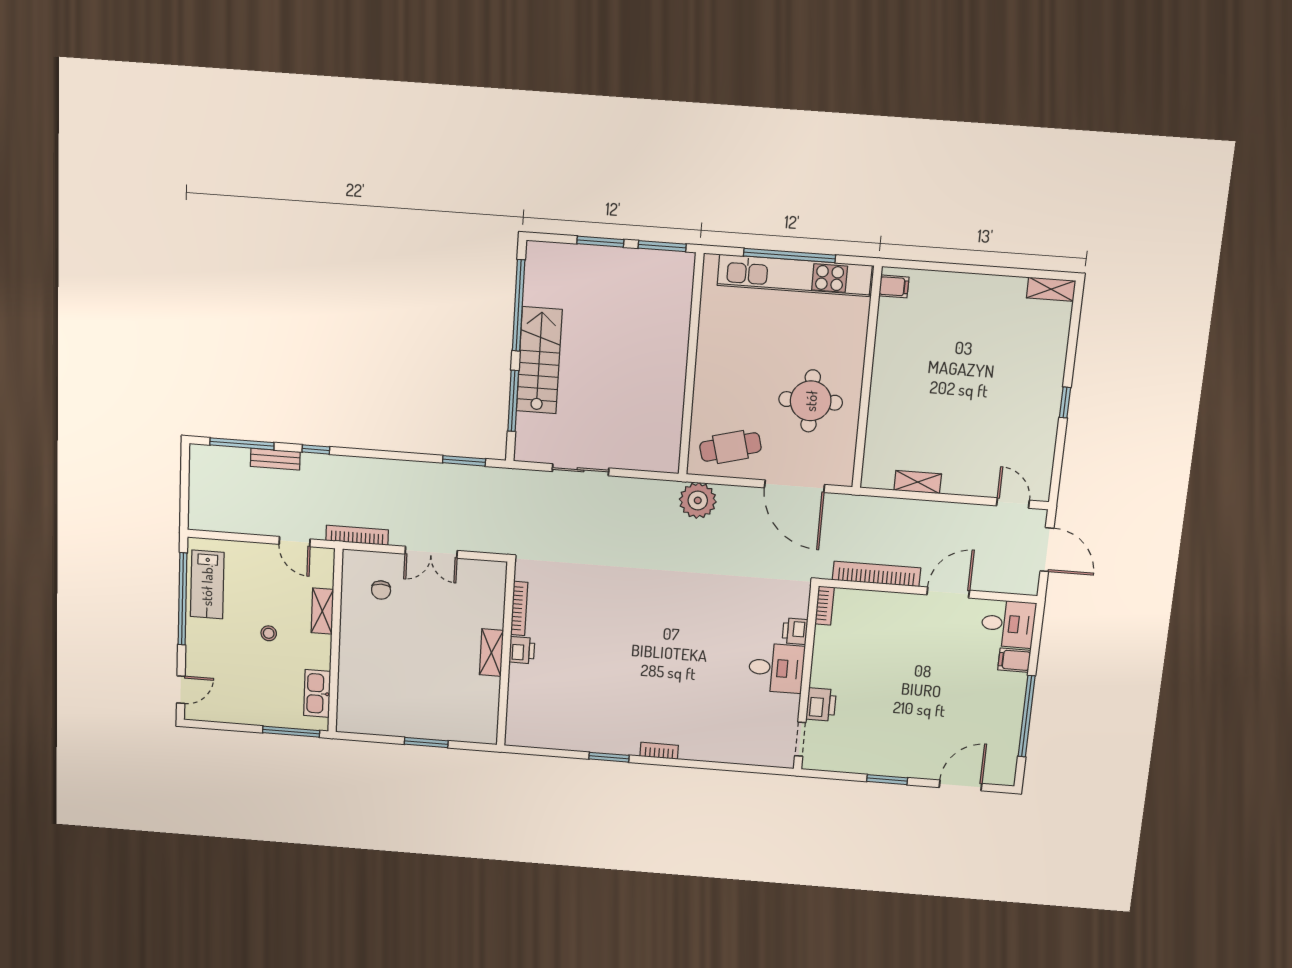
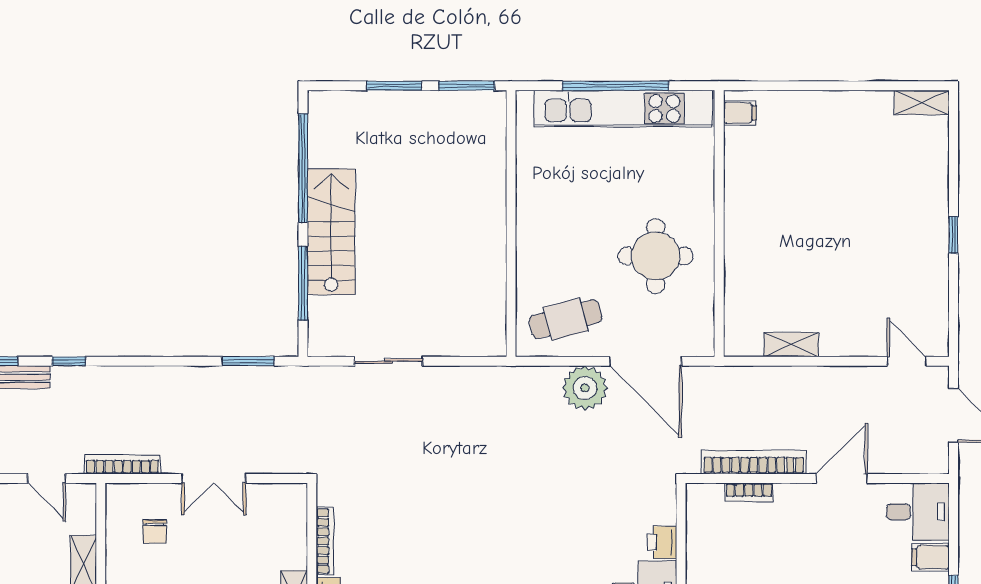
plant: (698, 500) -> (585, 388), moved
bookcase: (825, 606) -> (749, 492), moved, turned 90

